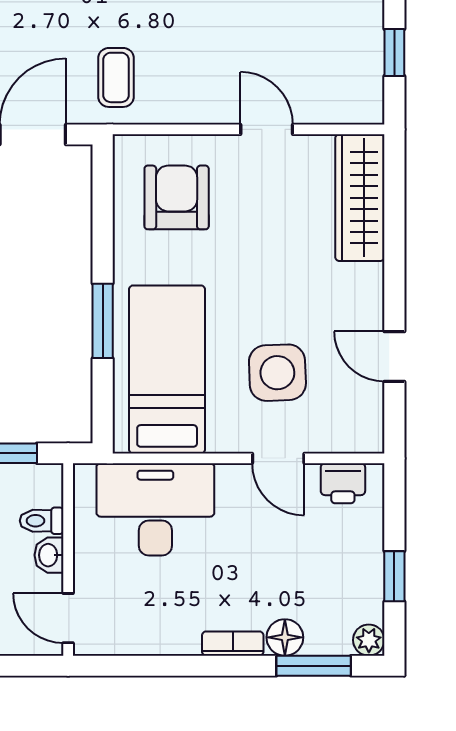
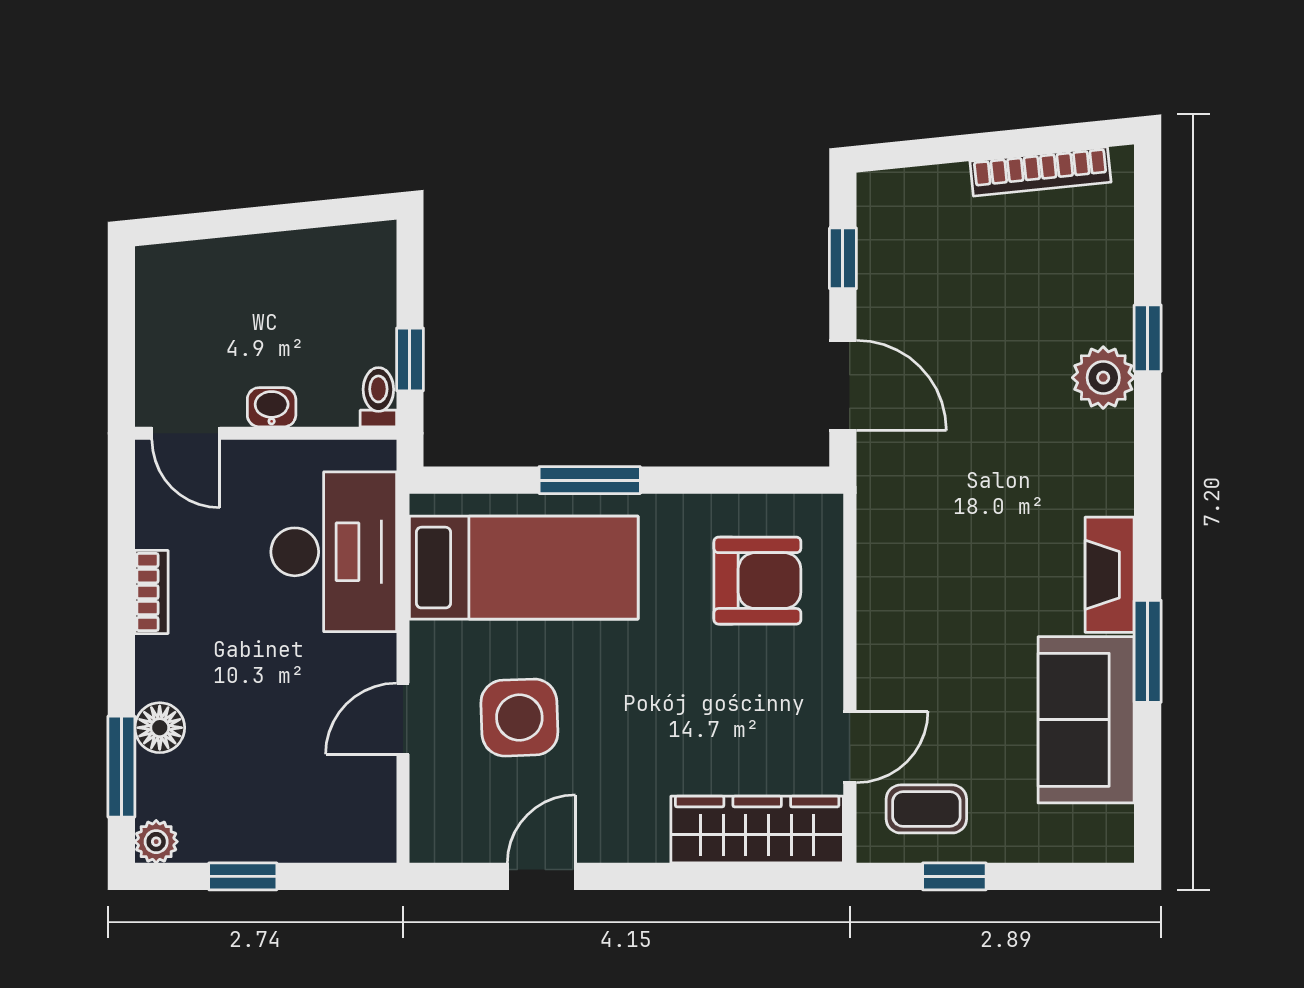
coffee table: (116, 77) -> (926, 809), moved
door: (267, 129) -> (850, 747), moved
printer: (343, 483) -> (369, 807), removed
toilet: (42, 521) -> (378, 397), moved
door: (68, 618) -> (186, 433), swing flipped
bookcase: (233, 644) -> (151, 592), moved

